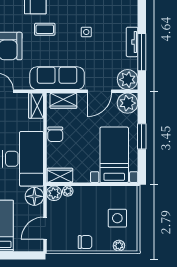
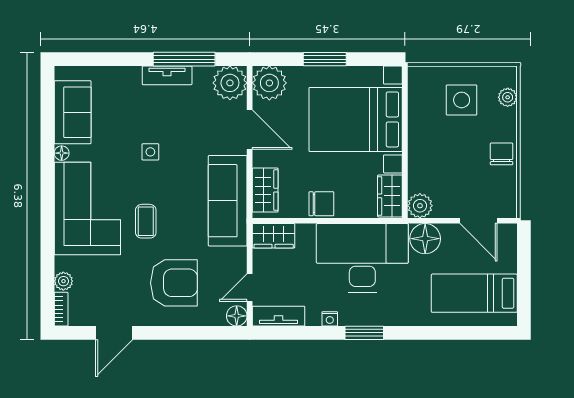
bed with nightstands: (114, 155) -> (356, 119), width x1.36
plant: (68, 191) -> (416, 183), removed

